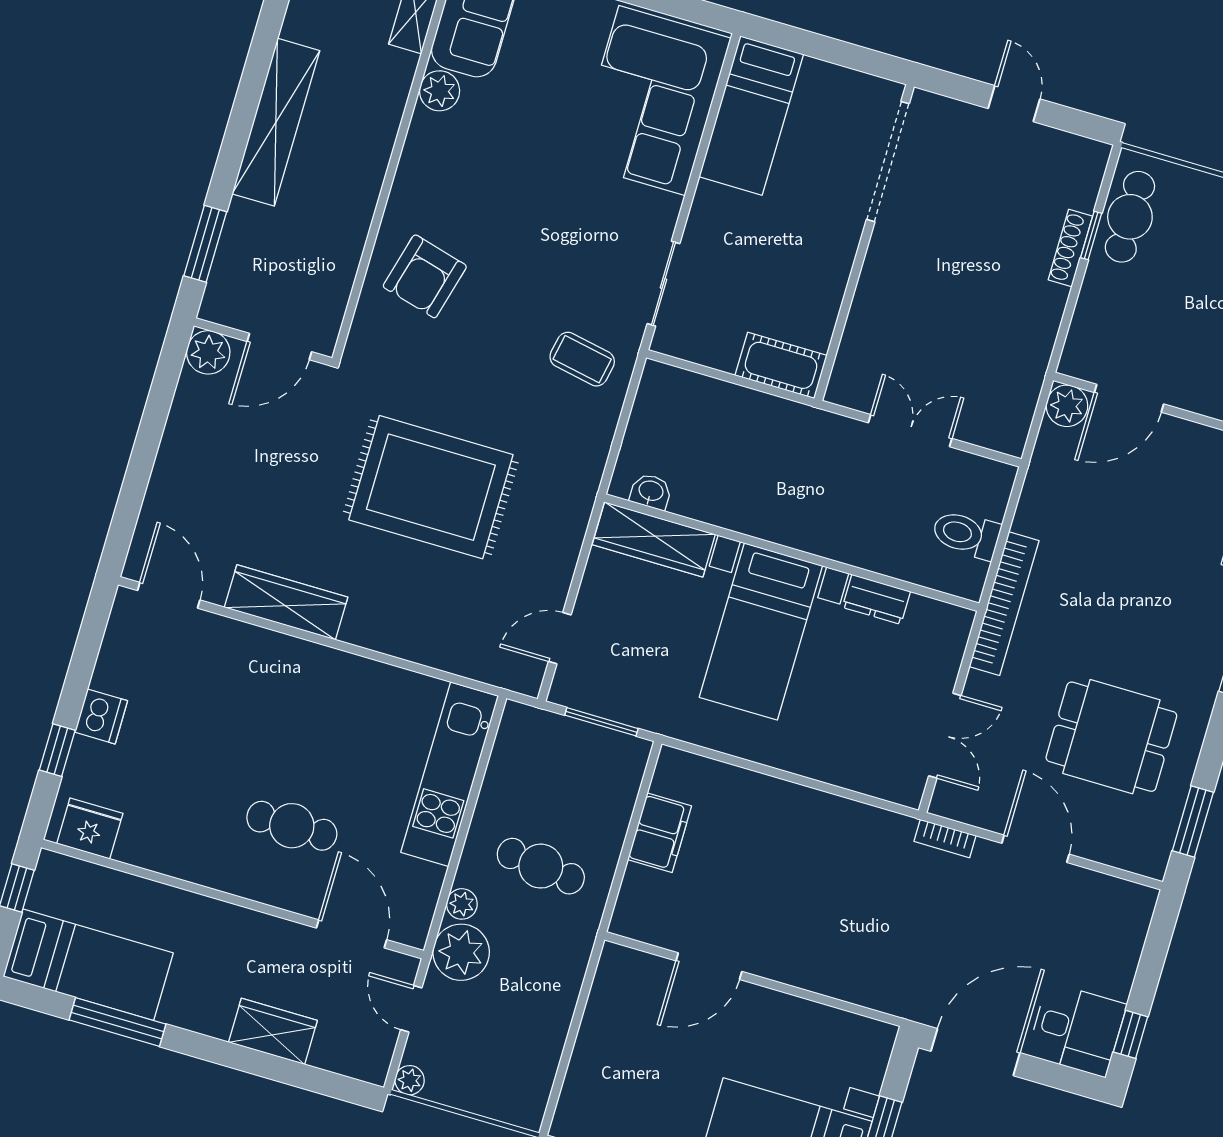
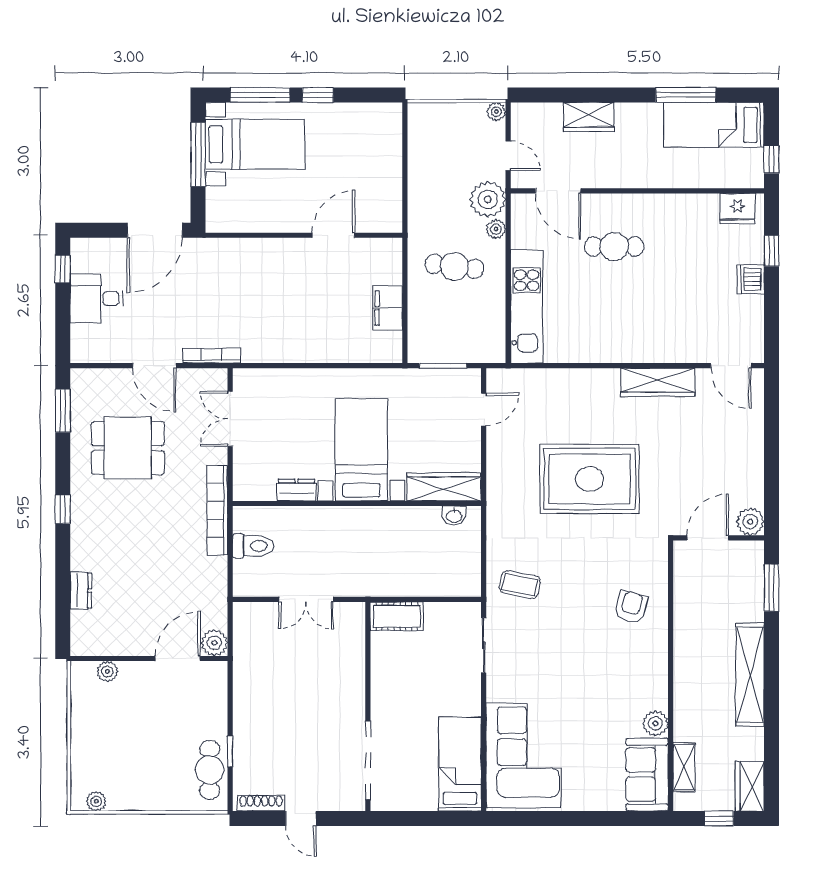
shoe rack: (1070, 248) -> (261, 803), moved, turned -90
armchair: (425, 276) -> (631, 607), width x0.72, depth x0.72
bookcase: (945, 838) -> (212, 356), width x1.56
desk: (1077, 1030) -> (97, 299), moved

